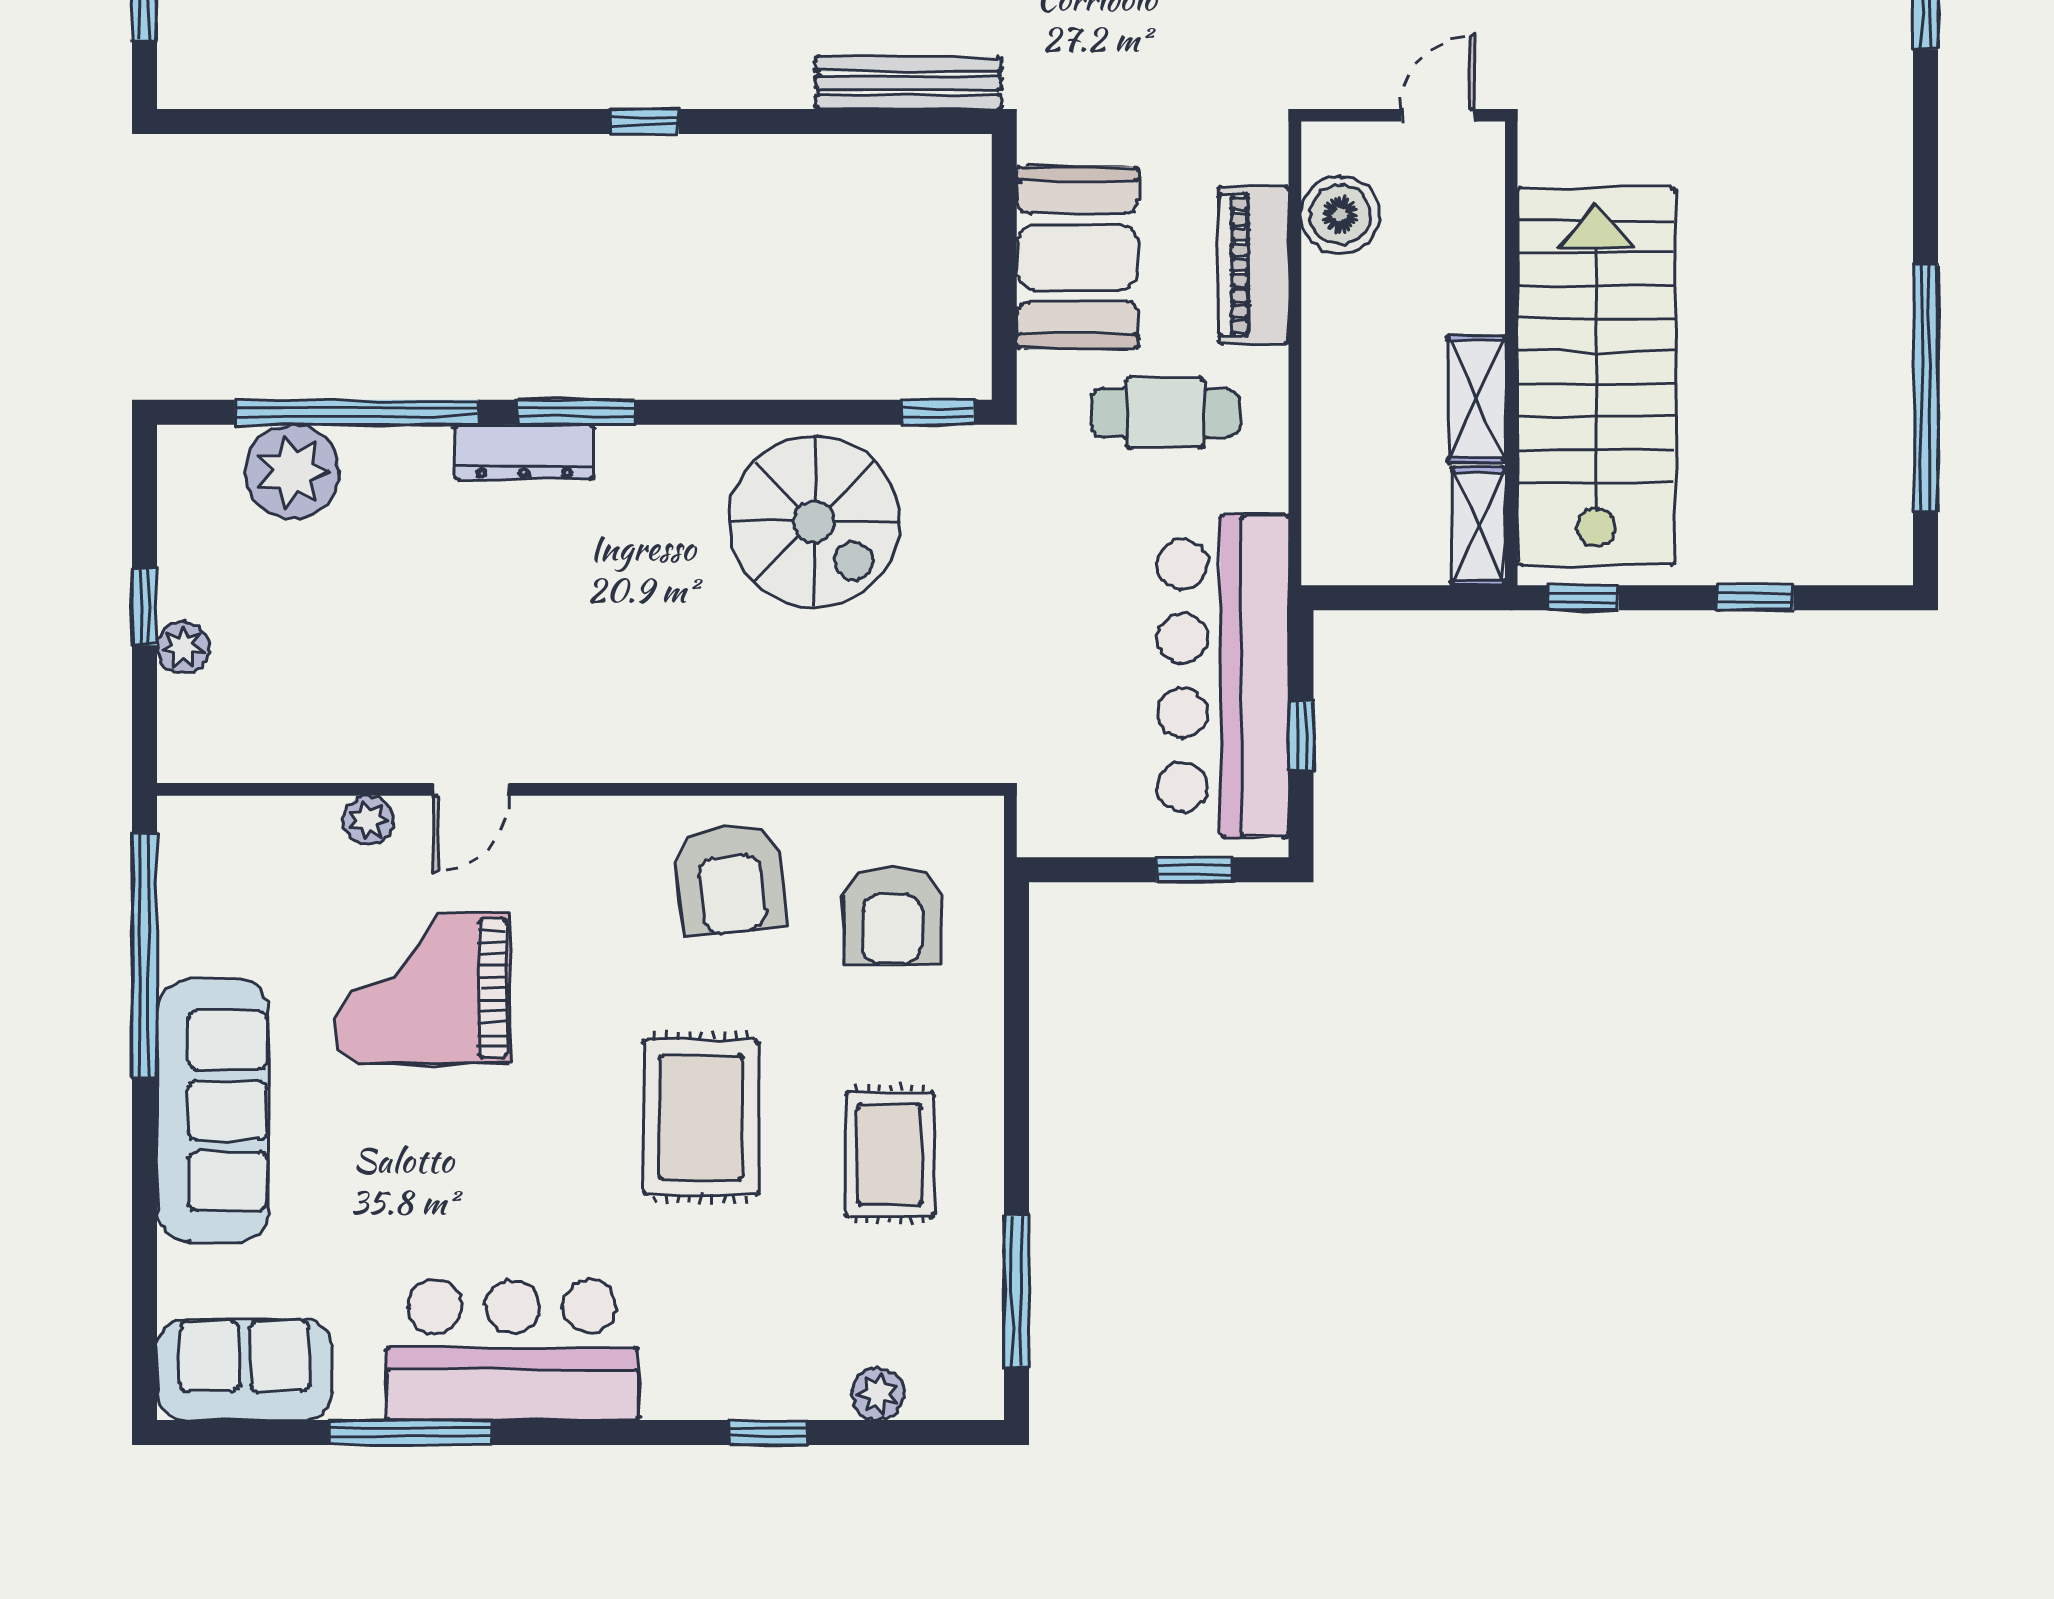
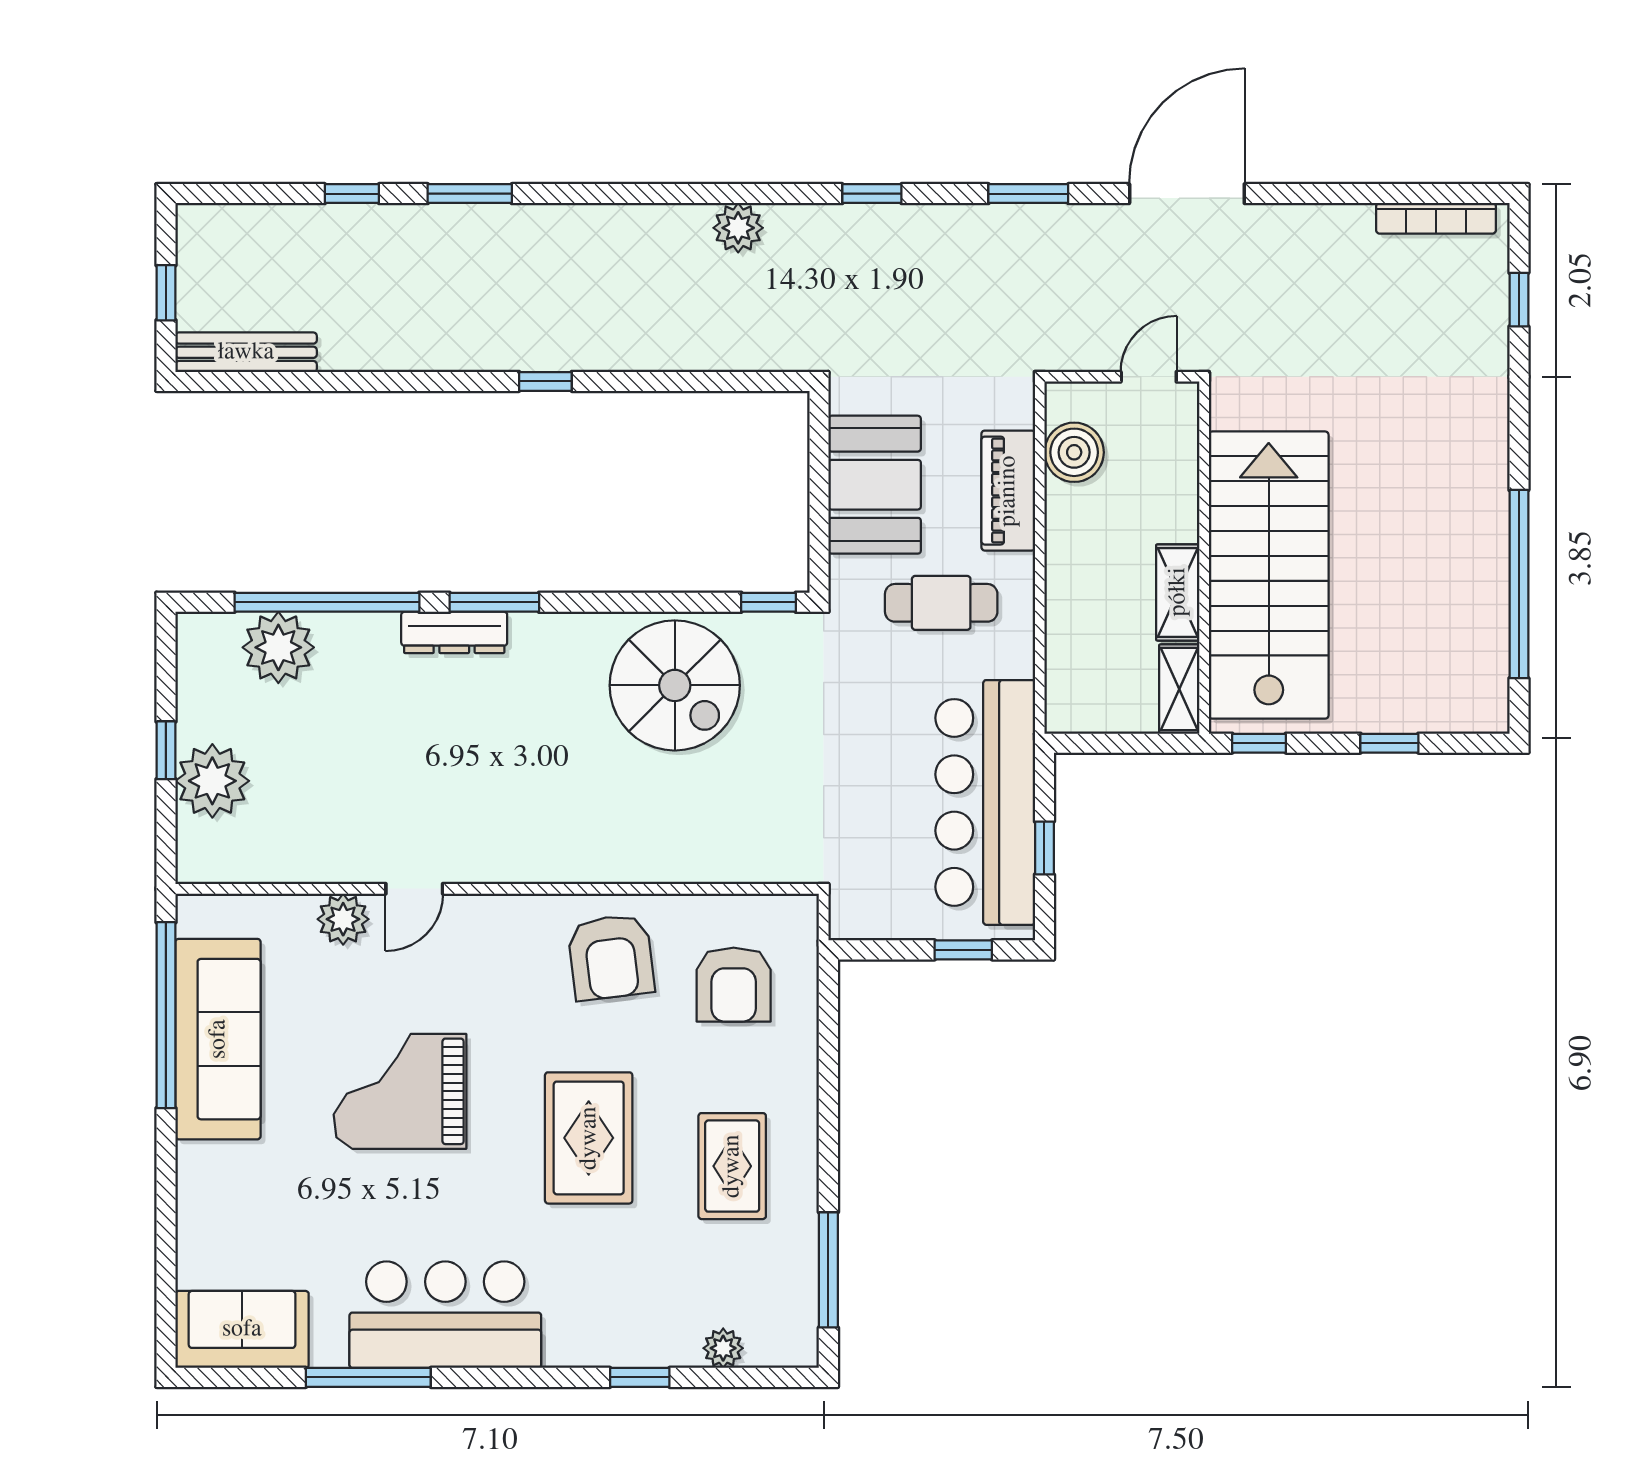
bench: (908, 83) -> (246, 352), moved
plant: (183, 647) -> (212, 781), width x1.87, depth x1.87
plant: (368, 820) -> (343, 919), width x1.38, depth x1.38
grand piano: (423, 989) -> (400, 1091), moved
sofa: (213, 1111) -> (218, 1039), moved

